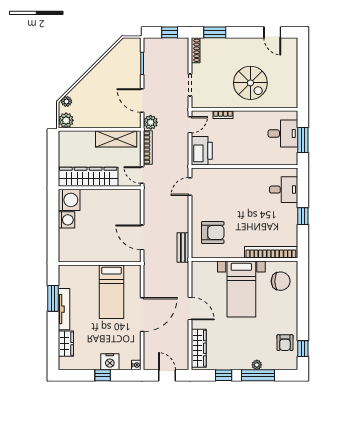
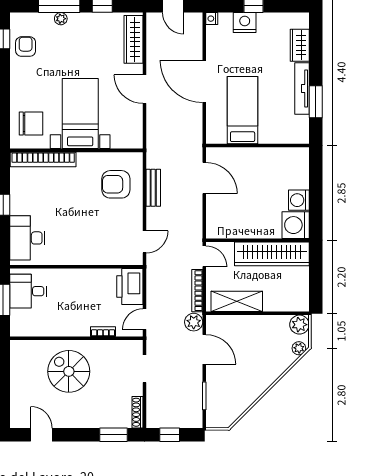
desk: (283, 133) -> (28, 291), moved
desk: (284, 190) -> (27, 238), width x1.37
bench: (183, 247) -> (153, 188), moved
chair: (281, 281) -> (31, 123), turned 180
door: (142, 315) -> (204, 82), hinge flipped

